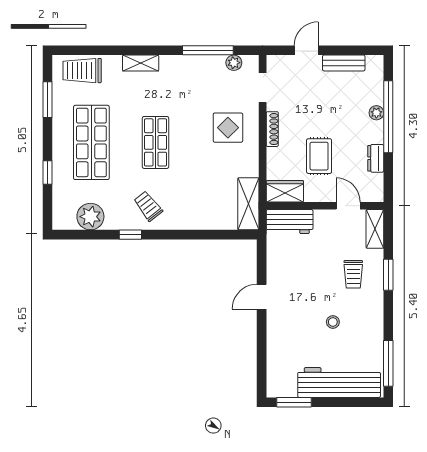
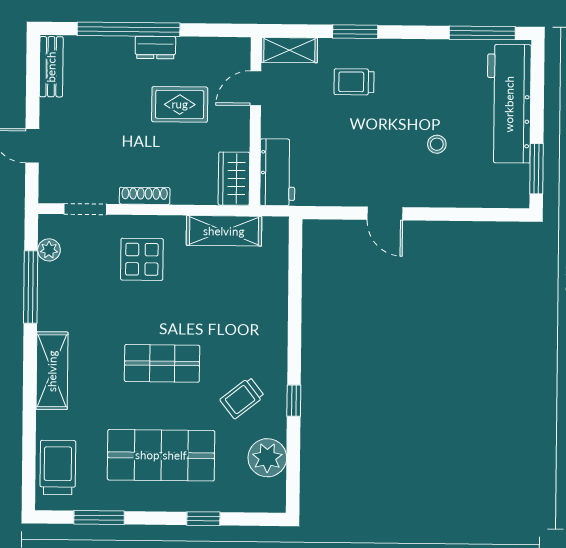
shelving: (141, 63) -> (52, 371), width x1.50, depth x1.33
bench: (344, 63) -> (51, 67), moved
trolley: (82, 71) -> (58, 468), turned 180
plant: (376, 113) -> (123, 46), removed
rug: (319, 156) -> (180, 104), moved
dresser: (376, 158) -> (155, 47), moved
shelving: (248, 204) -> (224, 231), moved
trolley: (148, 206) -> (242, 398), moved
trolley: (353, 274) -> (354, 82), turned 180
stool: (333, 322) -> (437, 144), moved

